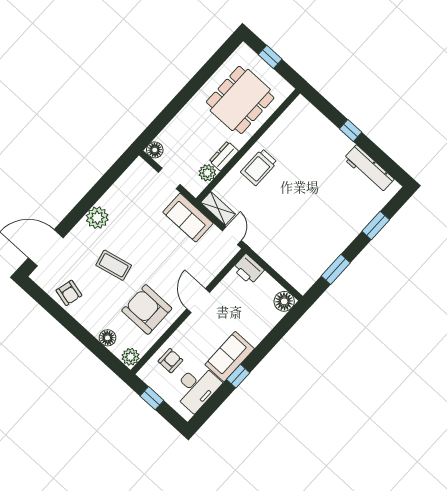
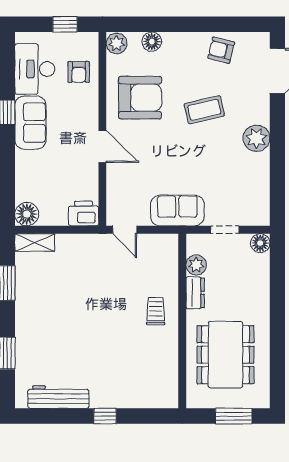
window: (270, 57) -> (234, 416), width x1.50
trolley: (259, 167) -> (156, 311), width x0.73, depth x0.72
shelving: (218, 208) -> (35, 242), moved

